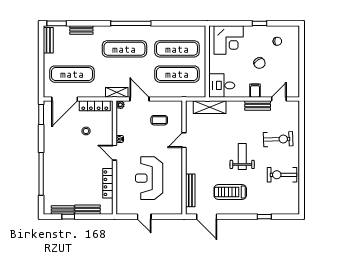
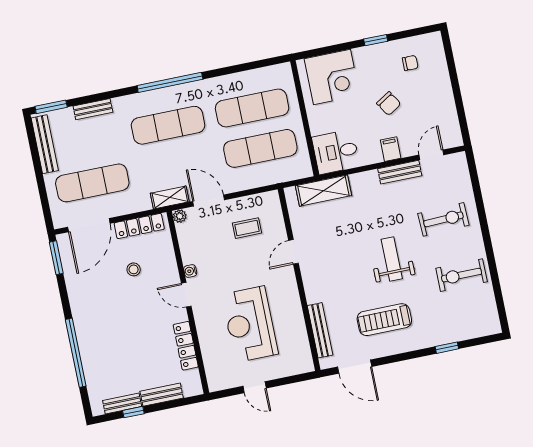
bench: (48, 40) -> (45, 144), width x1.36

